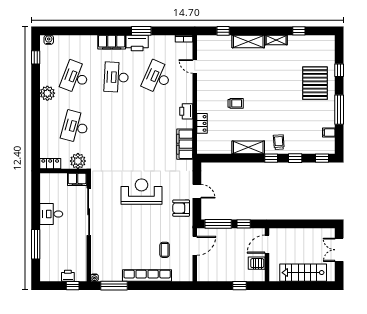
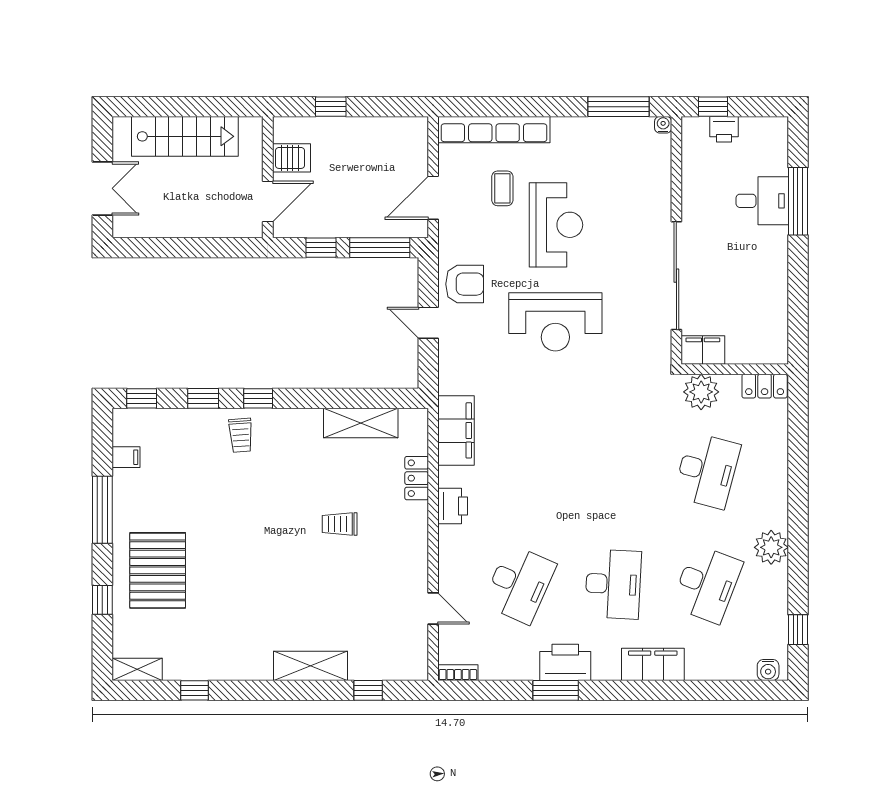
shelving: (276, 40) -> (137, 669), moved
filing cabinet: (112, 42) -> (653, 664), moved
shelving: (248, 147) -> (361, 423), moved
desk: (51, 214) -> (762, 201), moved
reception desk: (141, 234) -> (556, 225), added
row of seats: (147, 275) -> (494, 130), moved

